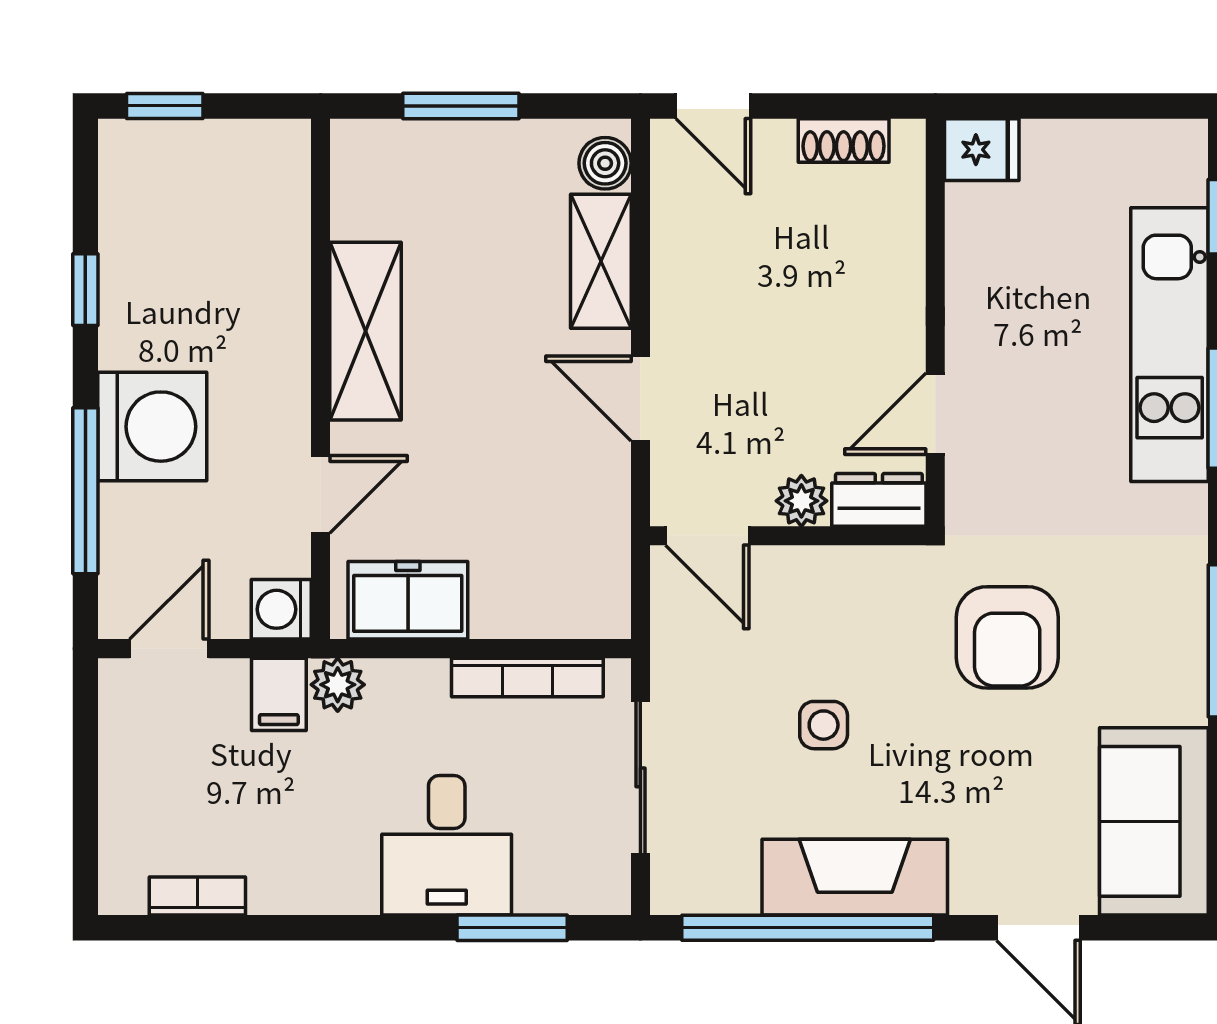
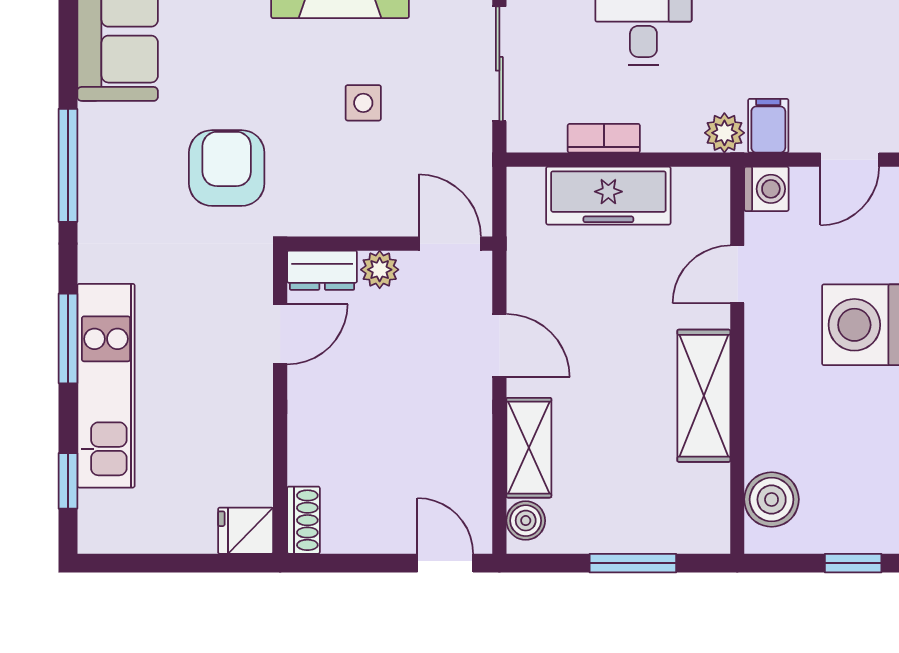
shoe rack: (844, 141) -> (303, 520), moved, turned 90
boiler: (274, 192) -> (772, 499), added
freezer: (408, 600) -> (608, 196), moved, width x1.40
bookcase: (527, 677) -> (604, 138), width x0.64

